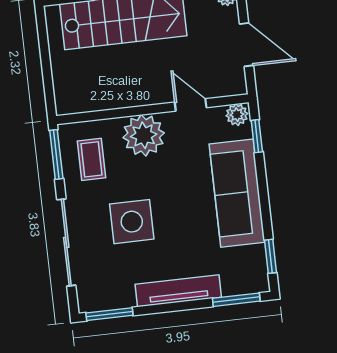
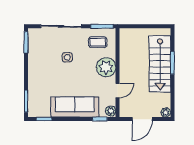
side table: (132, 222) -> (67, 57), width x0.54, depth x0.54
tv unit: (178, 291) -> (33, 75), removed

